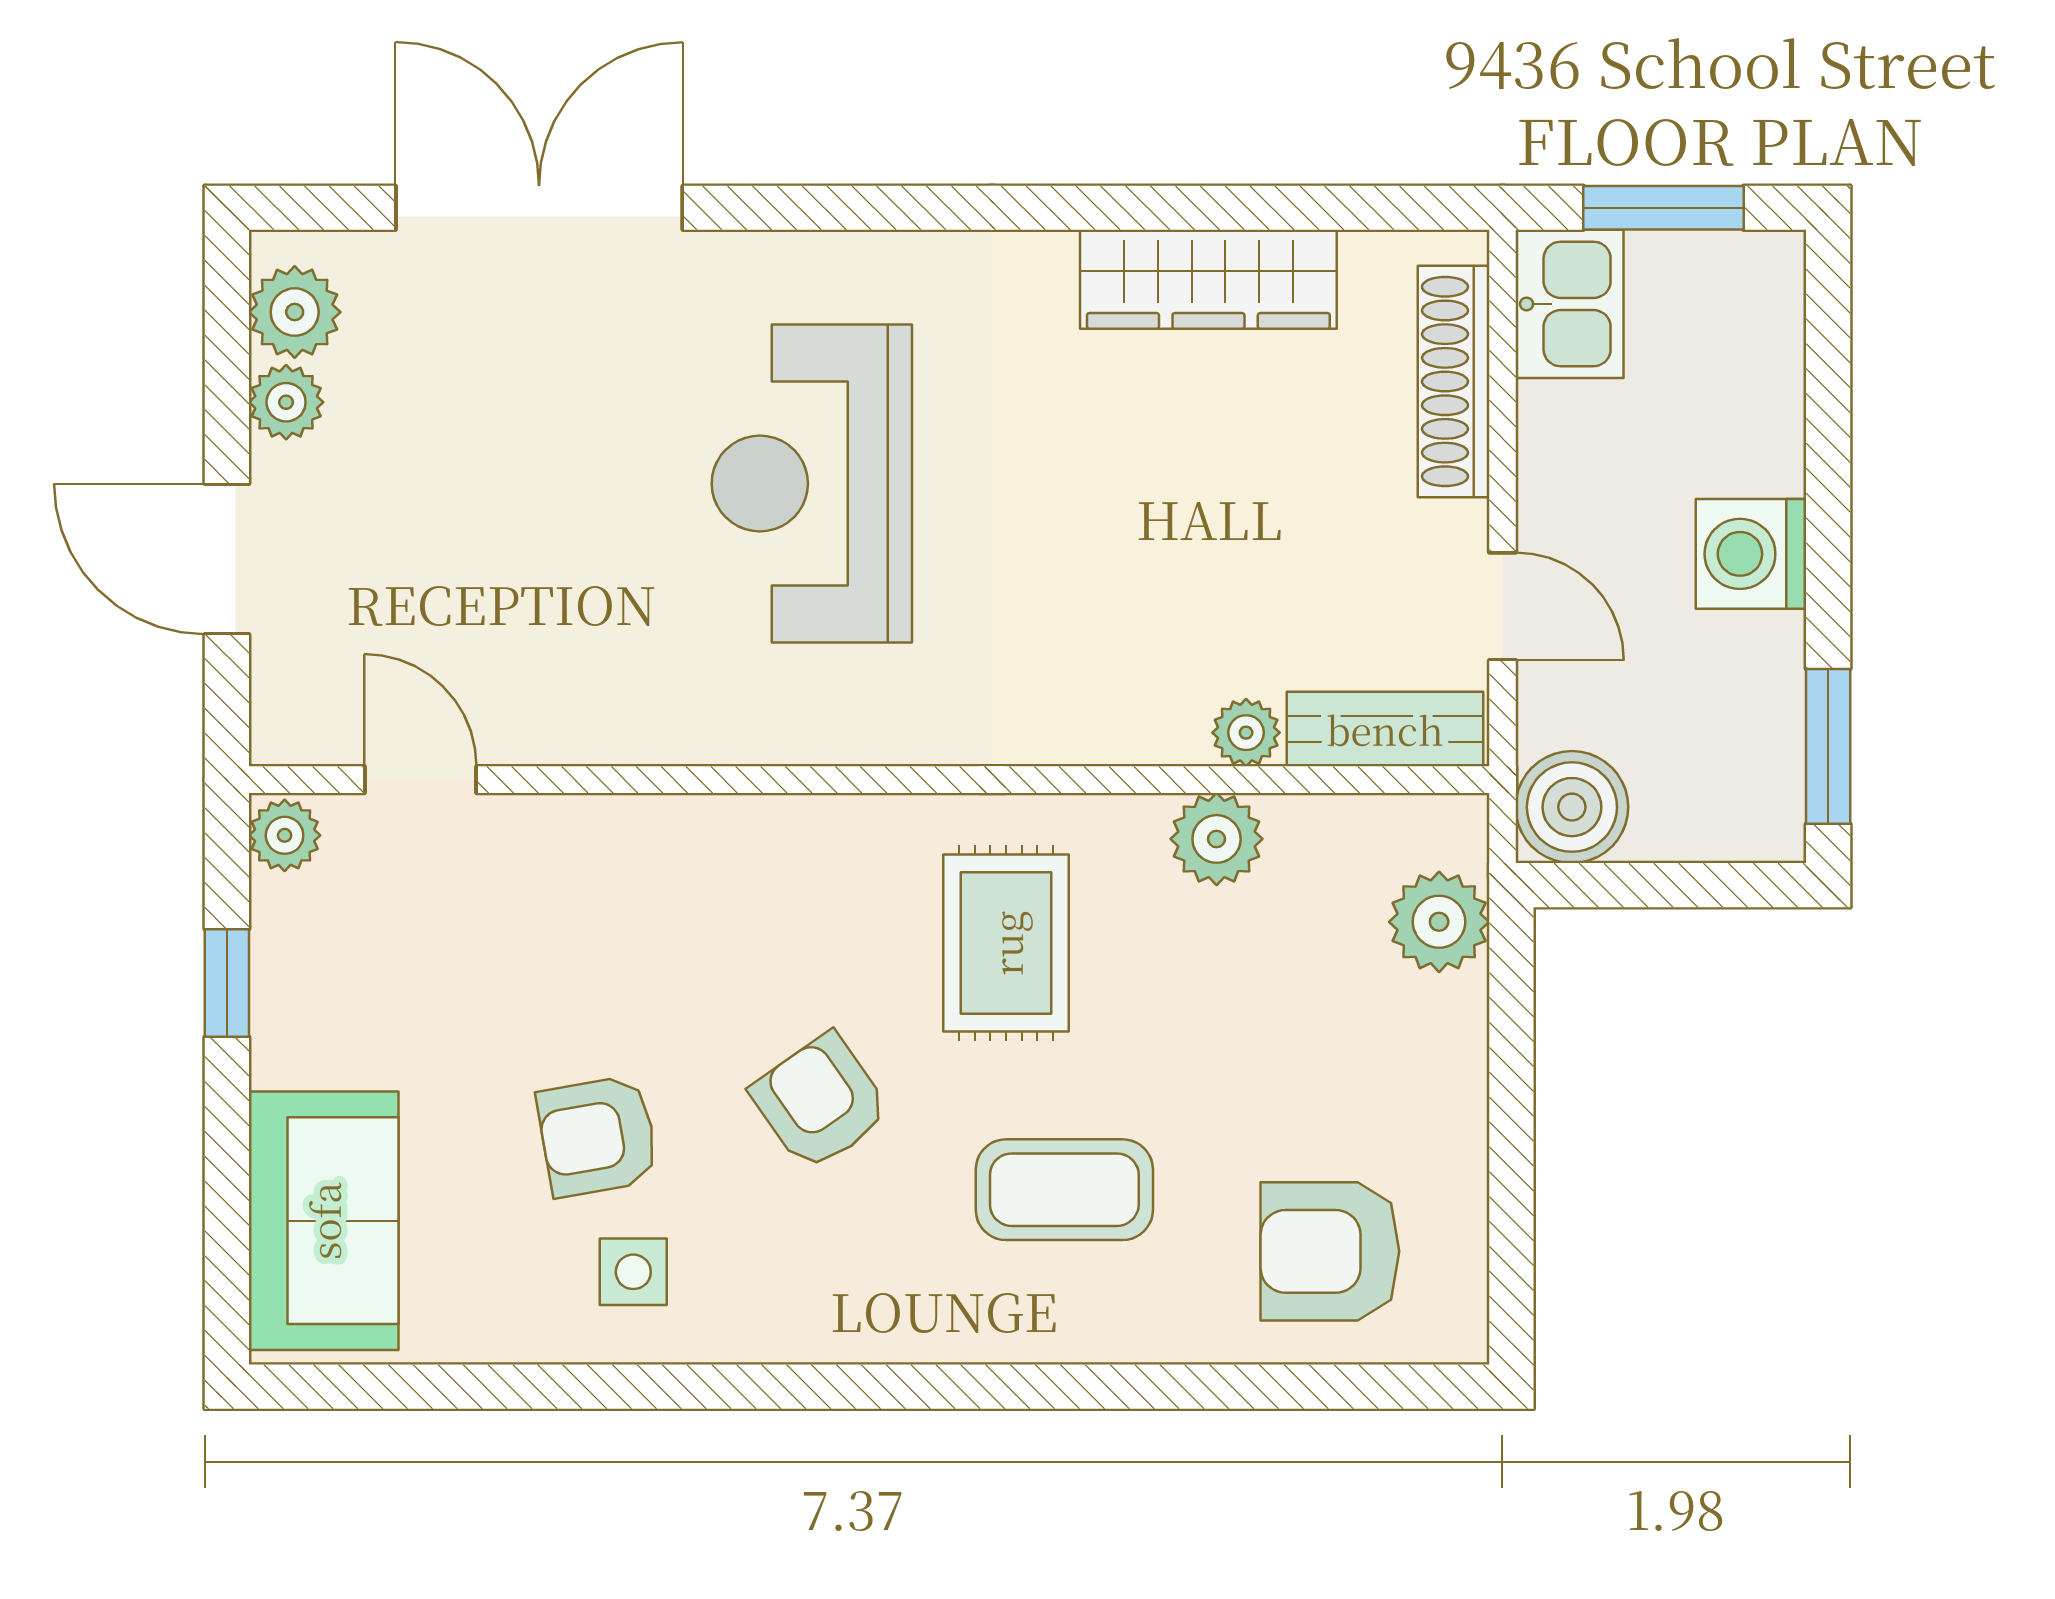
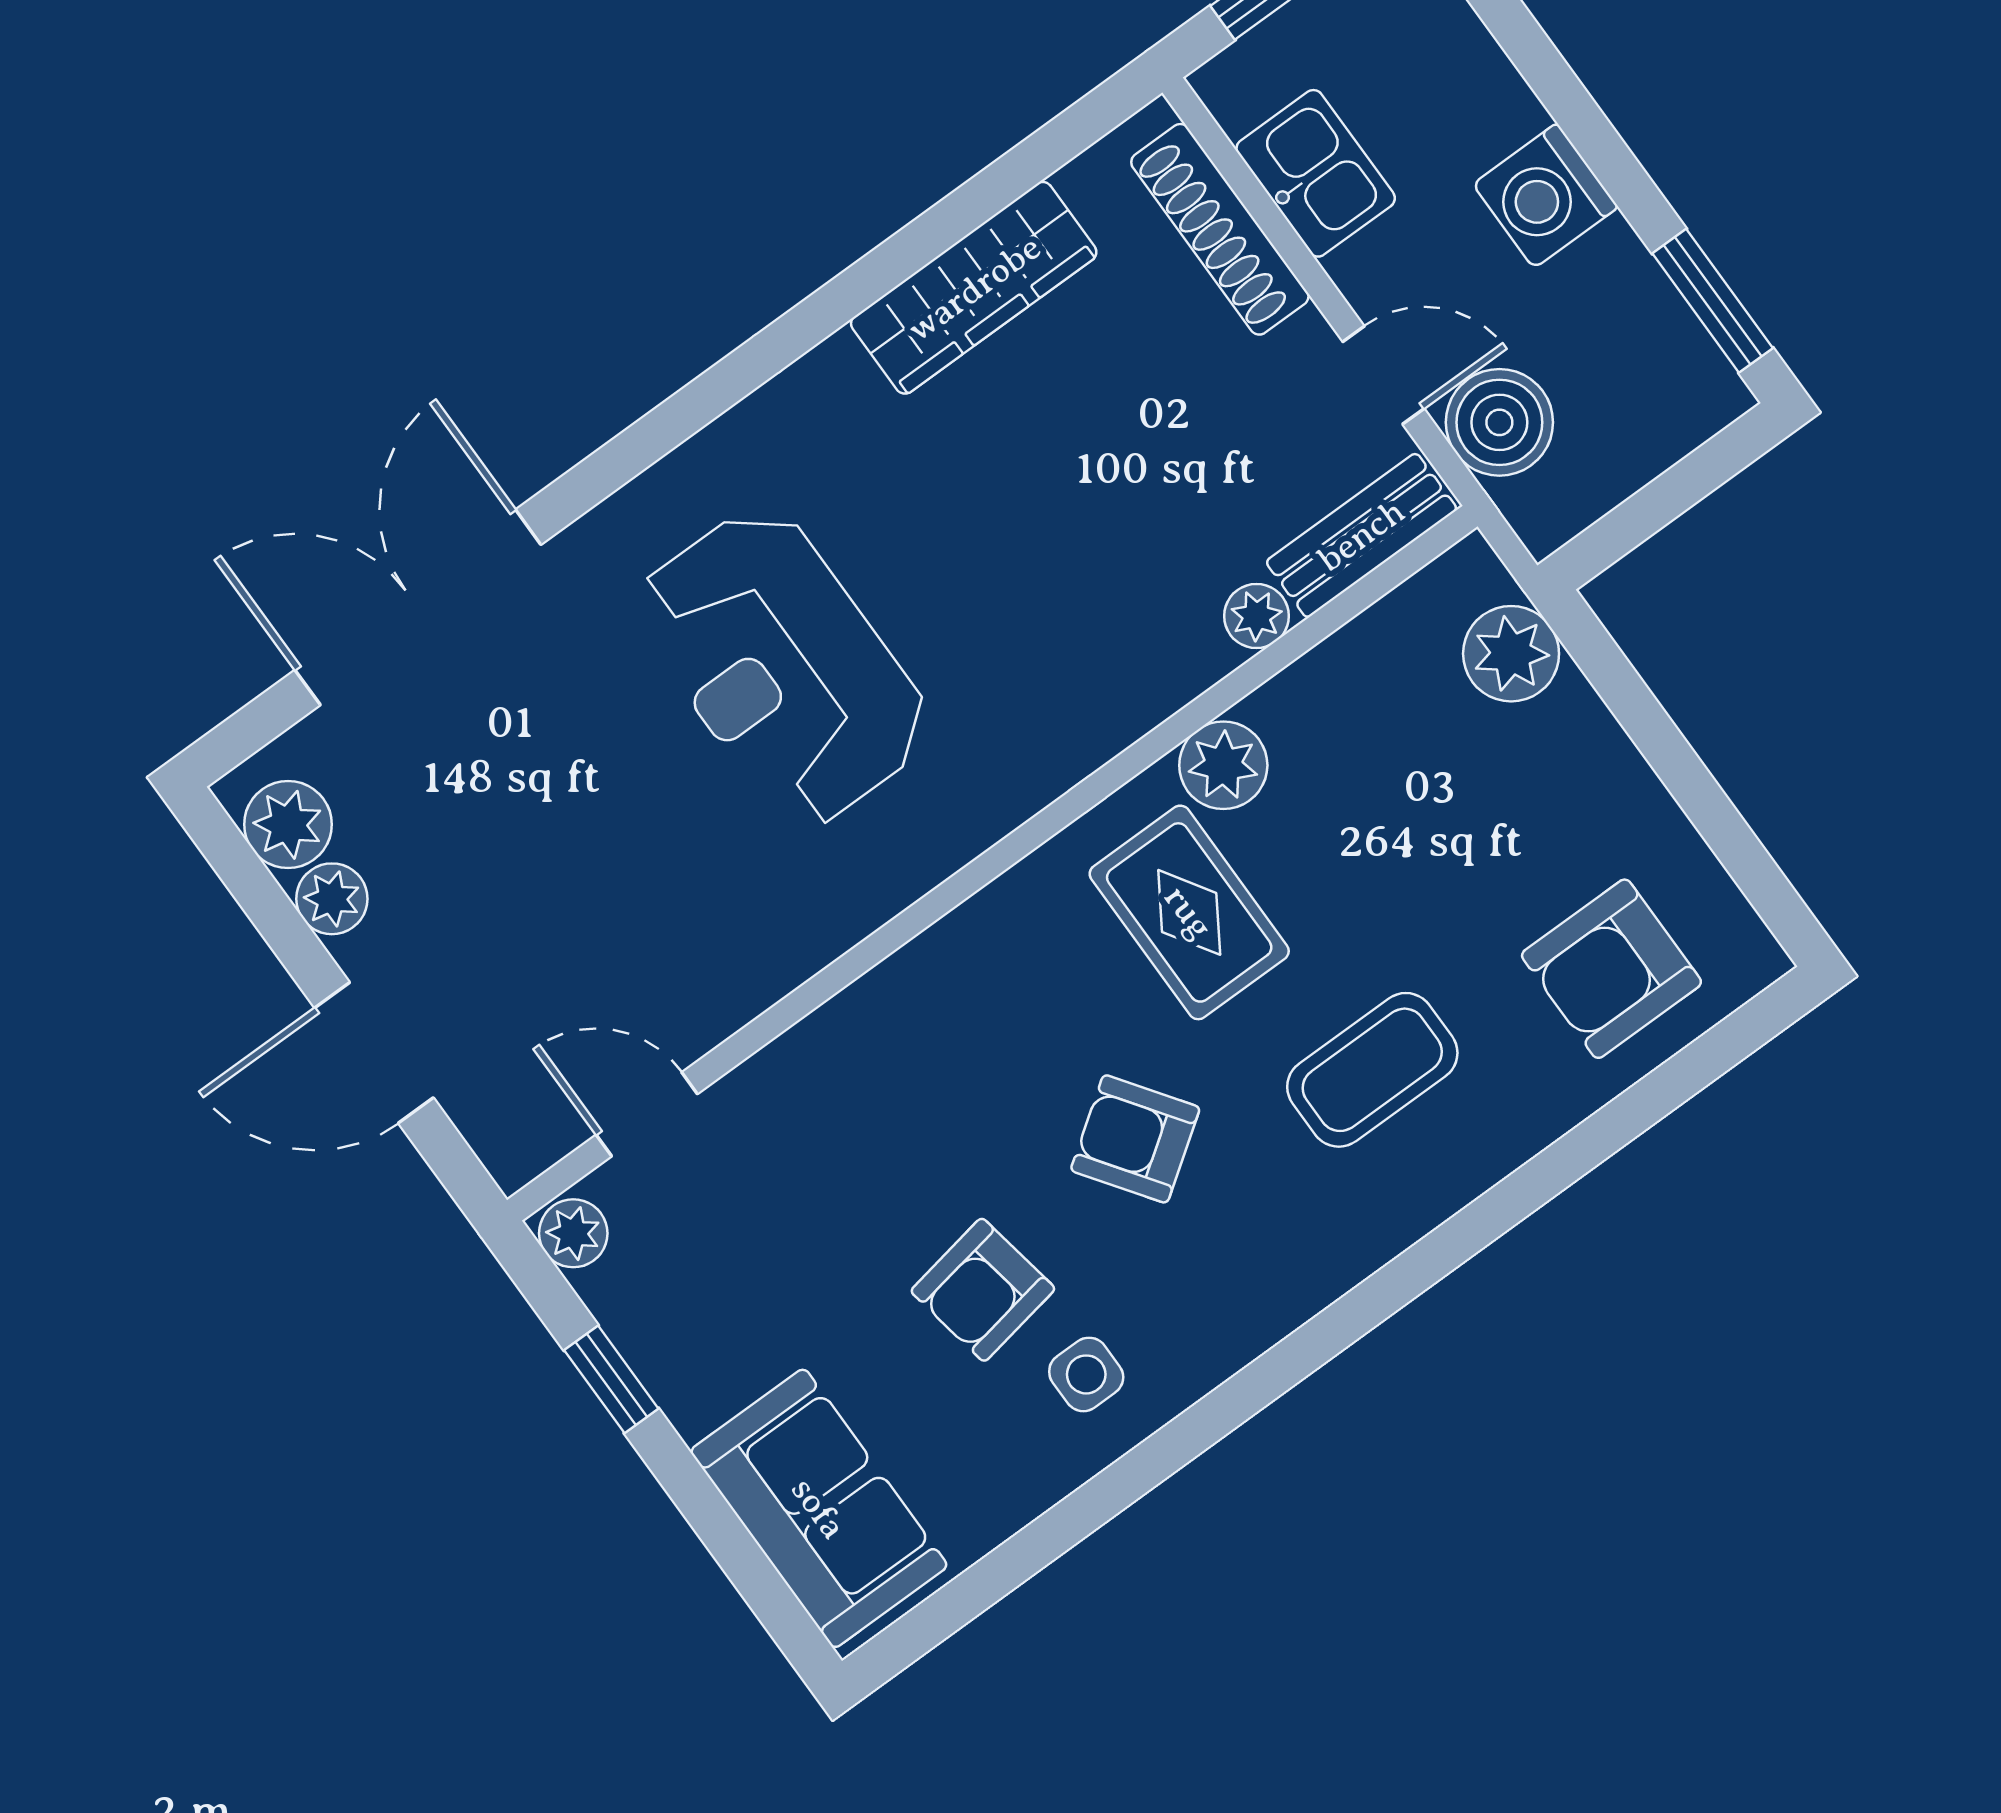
kitchen sink: (1570, 304) -> (1316, 173), moved
boiler: (1572, 807) -> (1499, 422), moved
plant: (1217, 839) -> (1223, 765), moved

